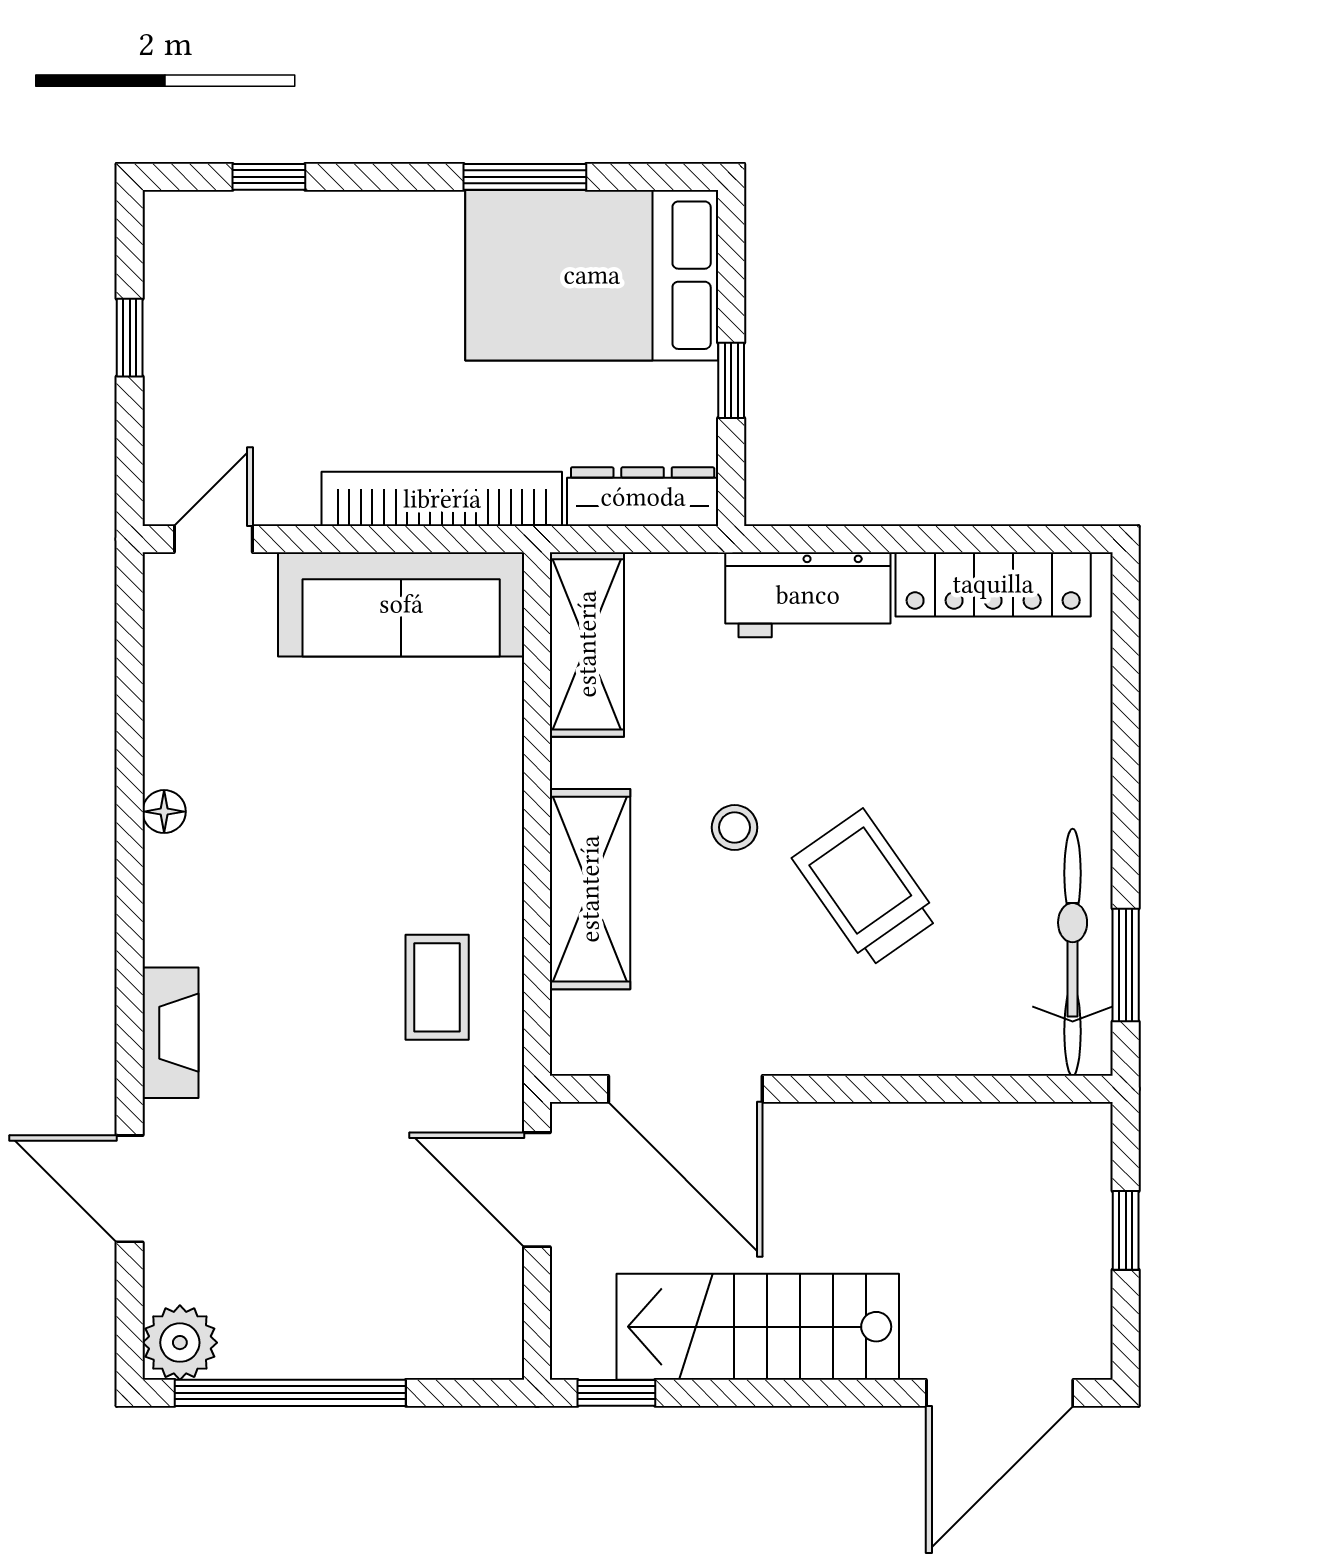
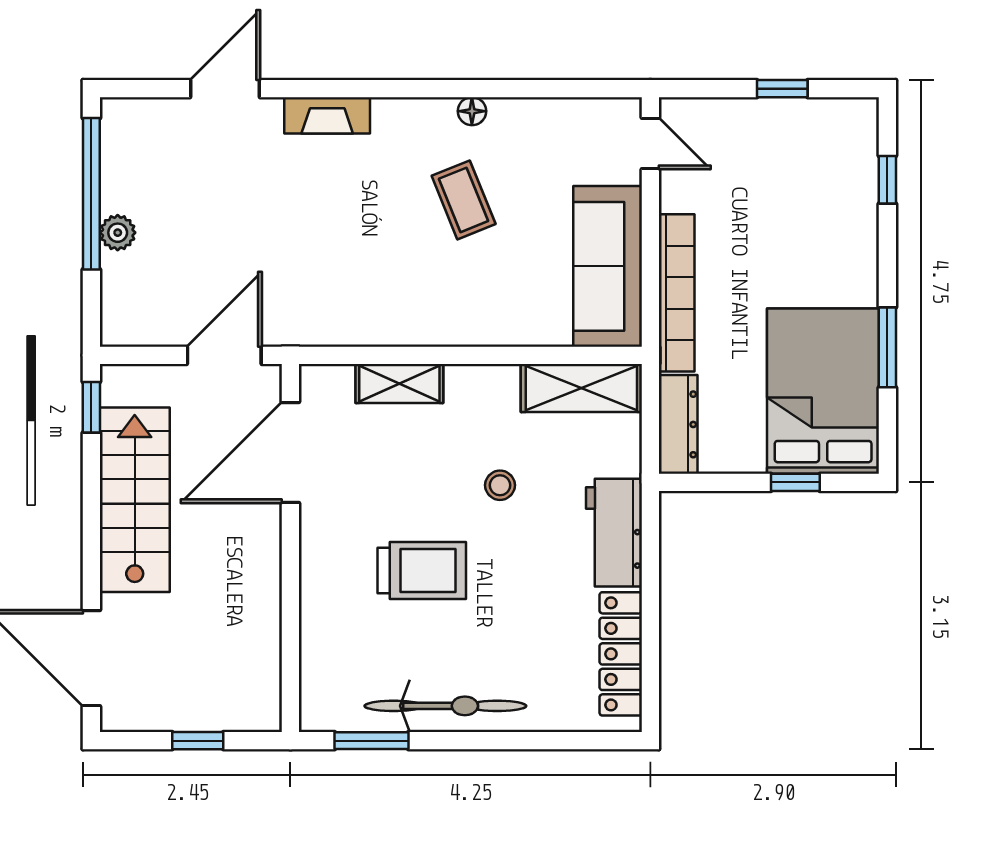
window: (731, 380) -> (795, 482), moved
stool: (735, 827) -> (500, 485), moved
trolley: (866, 888) -> (422, 571), turned 35
shelving: (590, 889) -> (399, 383), width x0.67, depth x0.75
bicycle: (1073, 952) -> (445, 706), moved
coffee table: (437, 987) -> (464, 200), moved, turned 68
plant: (180, 1343) -> (118, 233), moved, width x0.73, depth x0.73

